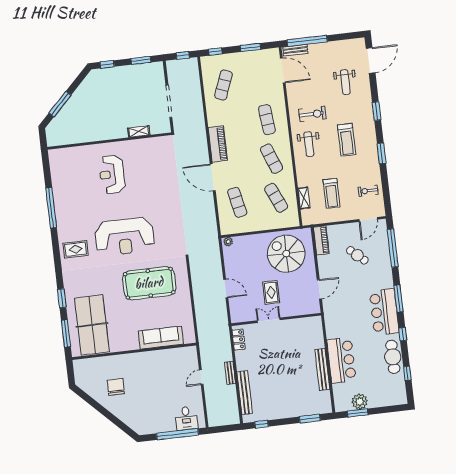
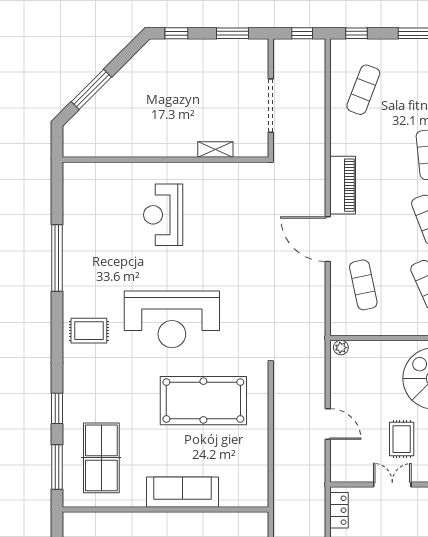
table tennis table: (92, 325) -> (101, 458), width x0.73, depth x0.76
sofa: (161, 338) -> (182, 492), moved

